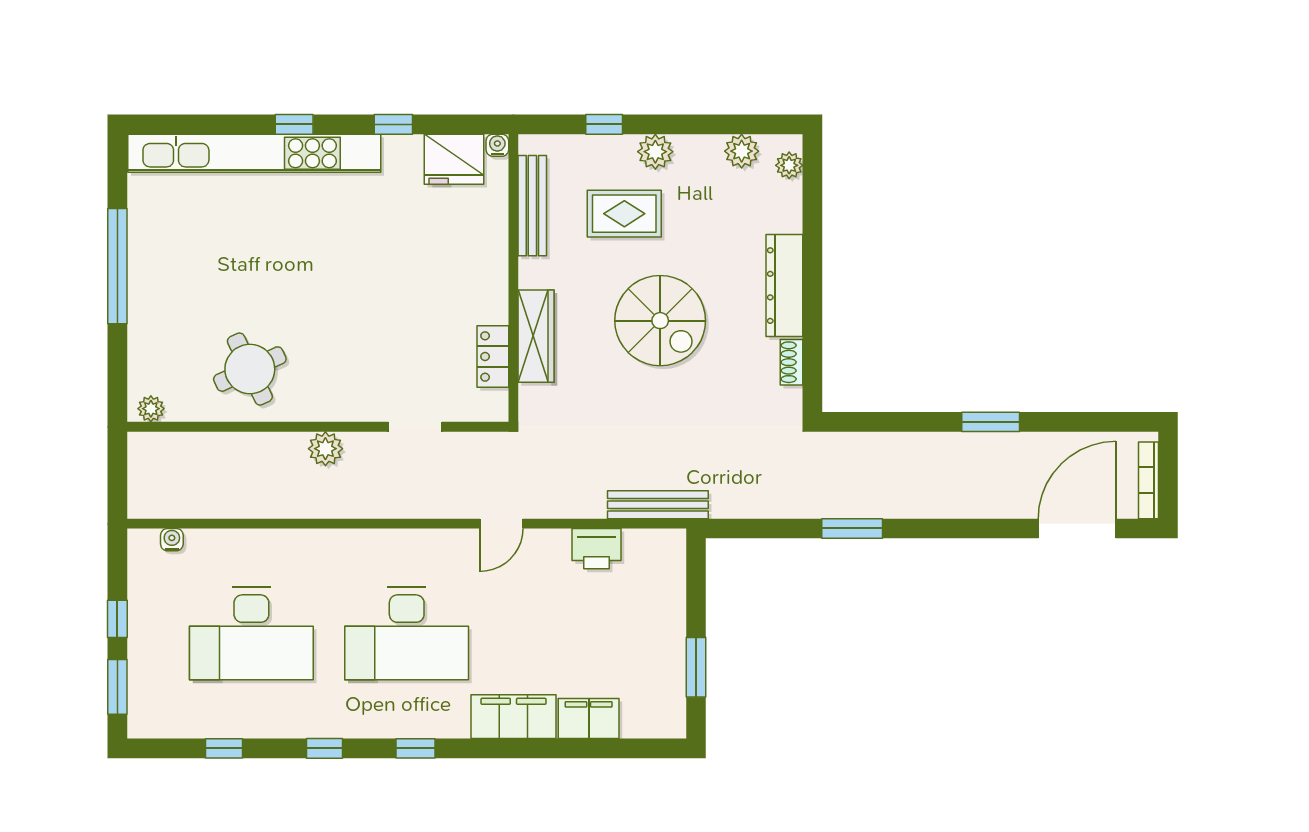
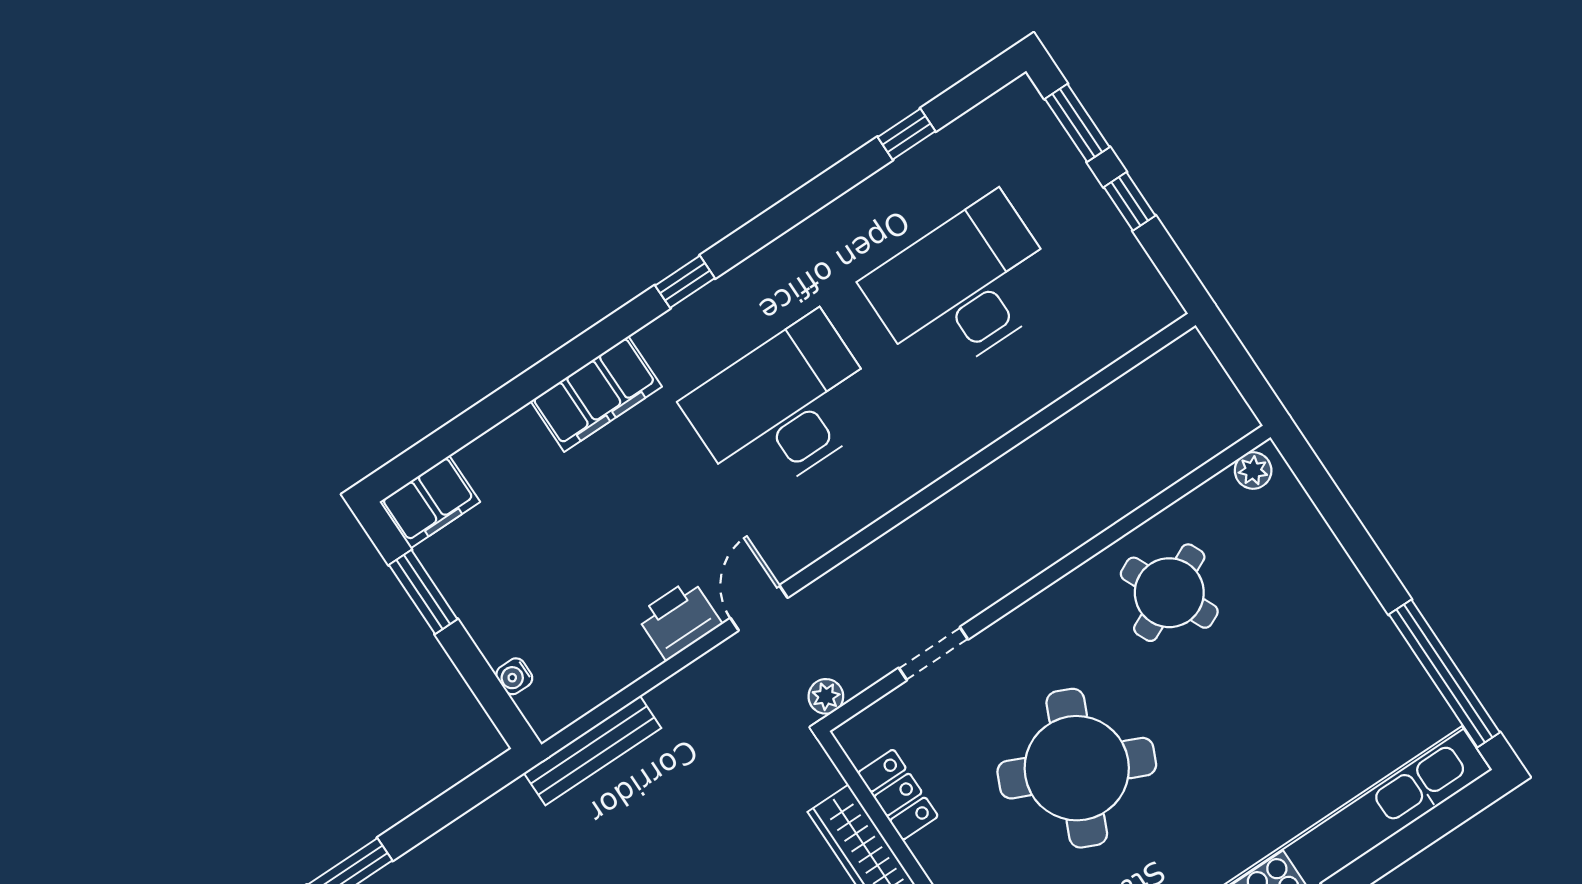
window: (117, 266) -> (1444, 673), moved
round table: (375, 301) -> (1077, 768), added
plant: (325, 449) -> (826, 696), moved, width x0.73, depth x0.73
water cooler: (172, 540) -> (514, 676), moved, turned 90
printer: (597, 549) -> (679, 619), moved
filing cabinet: (589, 718) -> (430, 502), moved
window: (324, 748) -> (790, 212), removed

